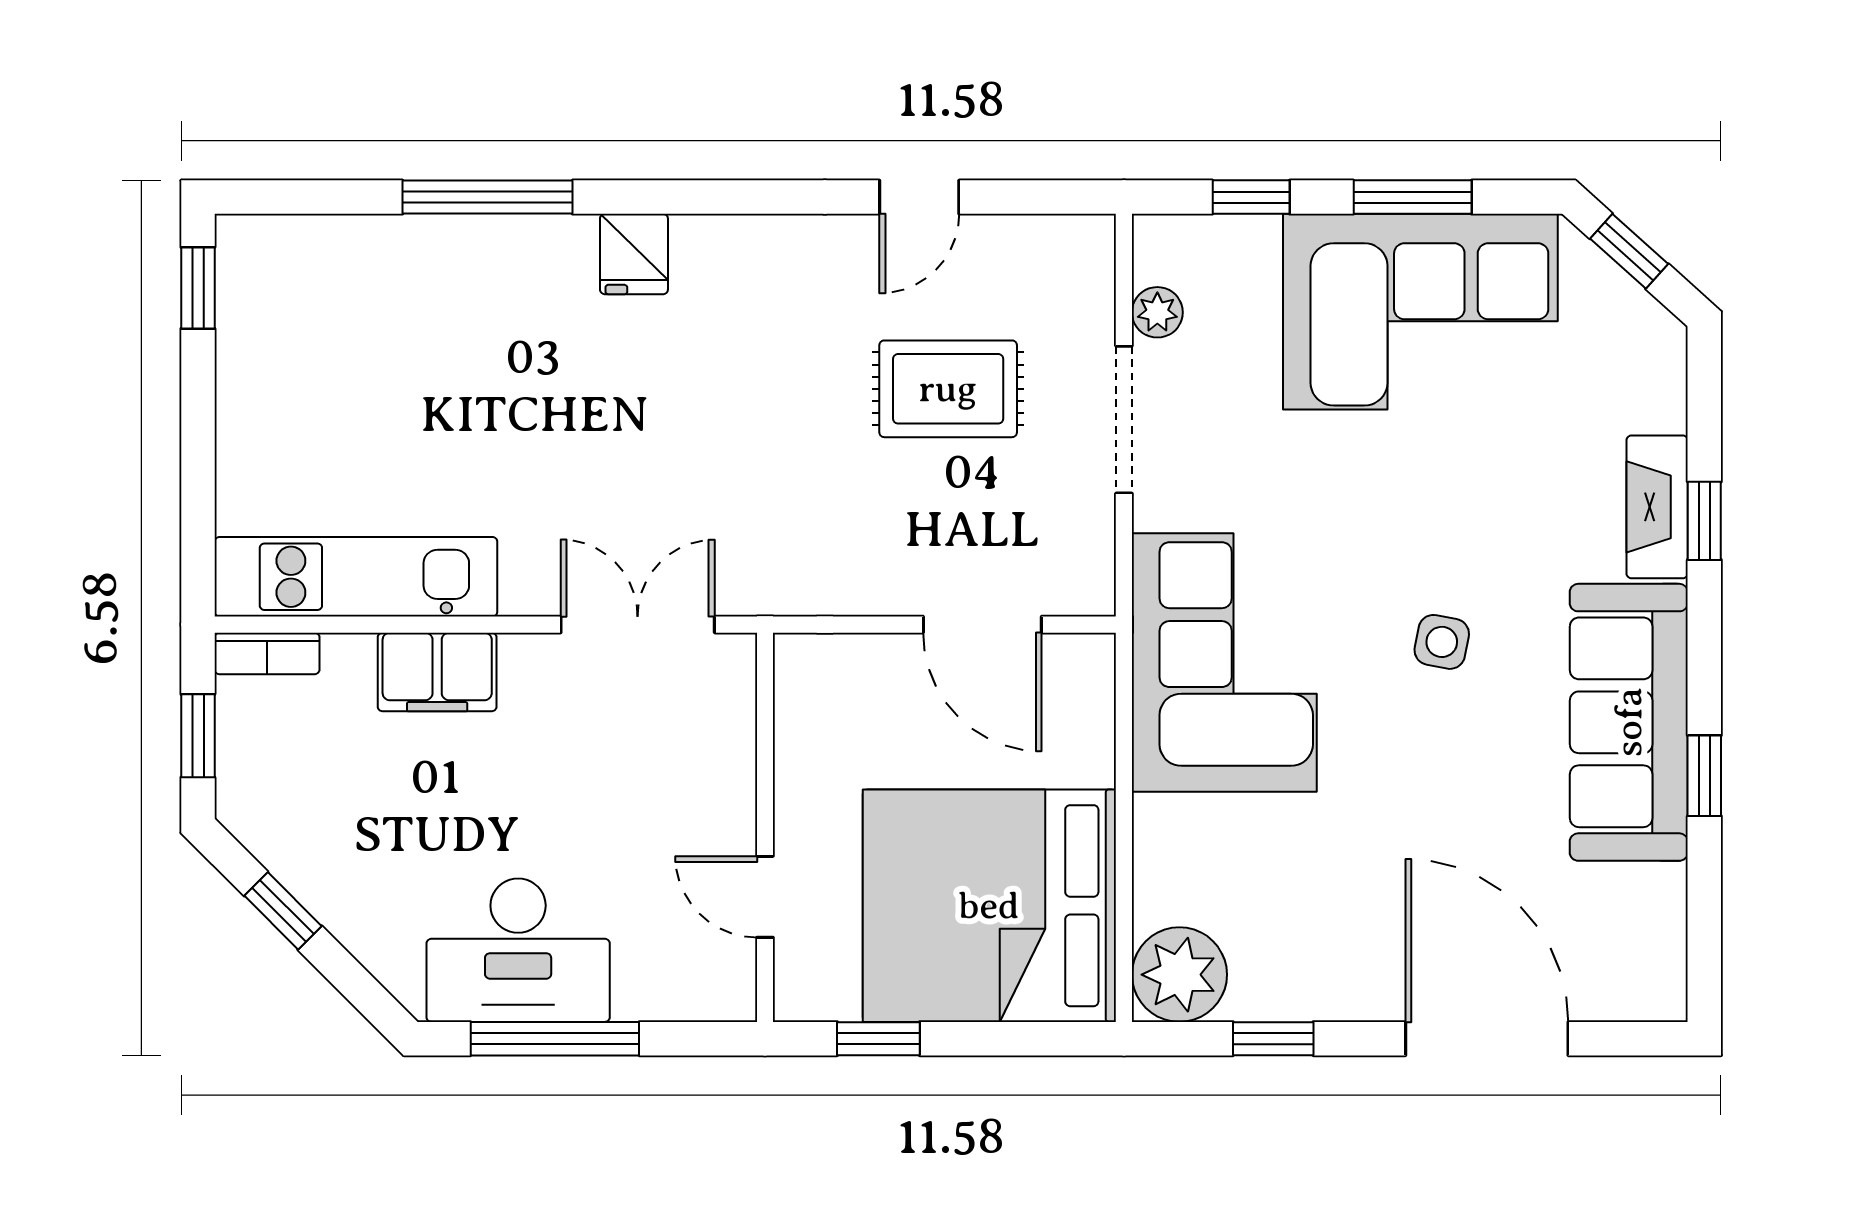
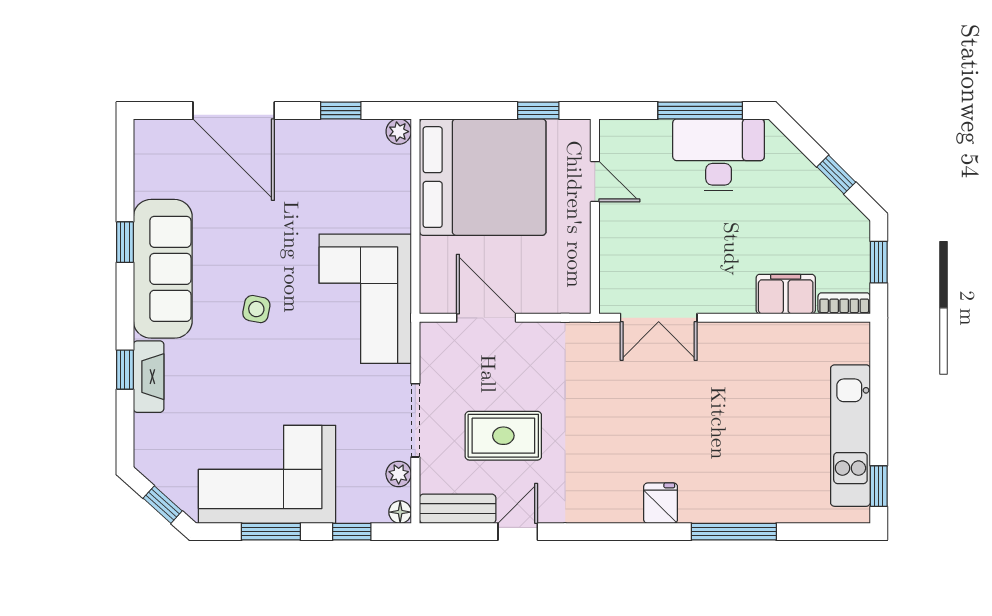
floor lamp: (1154, 236) -> (400, 512), added
bench: (1040, 243) -> (458, 509), added
kitchen unit: (356, 577) -> (850, 436), moved, turned 90
filing cabinet: (437, 672) -> (786, 294), moved
plant: (1179, 975) -> (399, 132), width x0.53, depth x0.53

